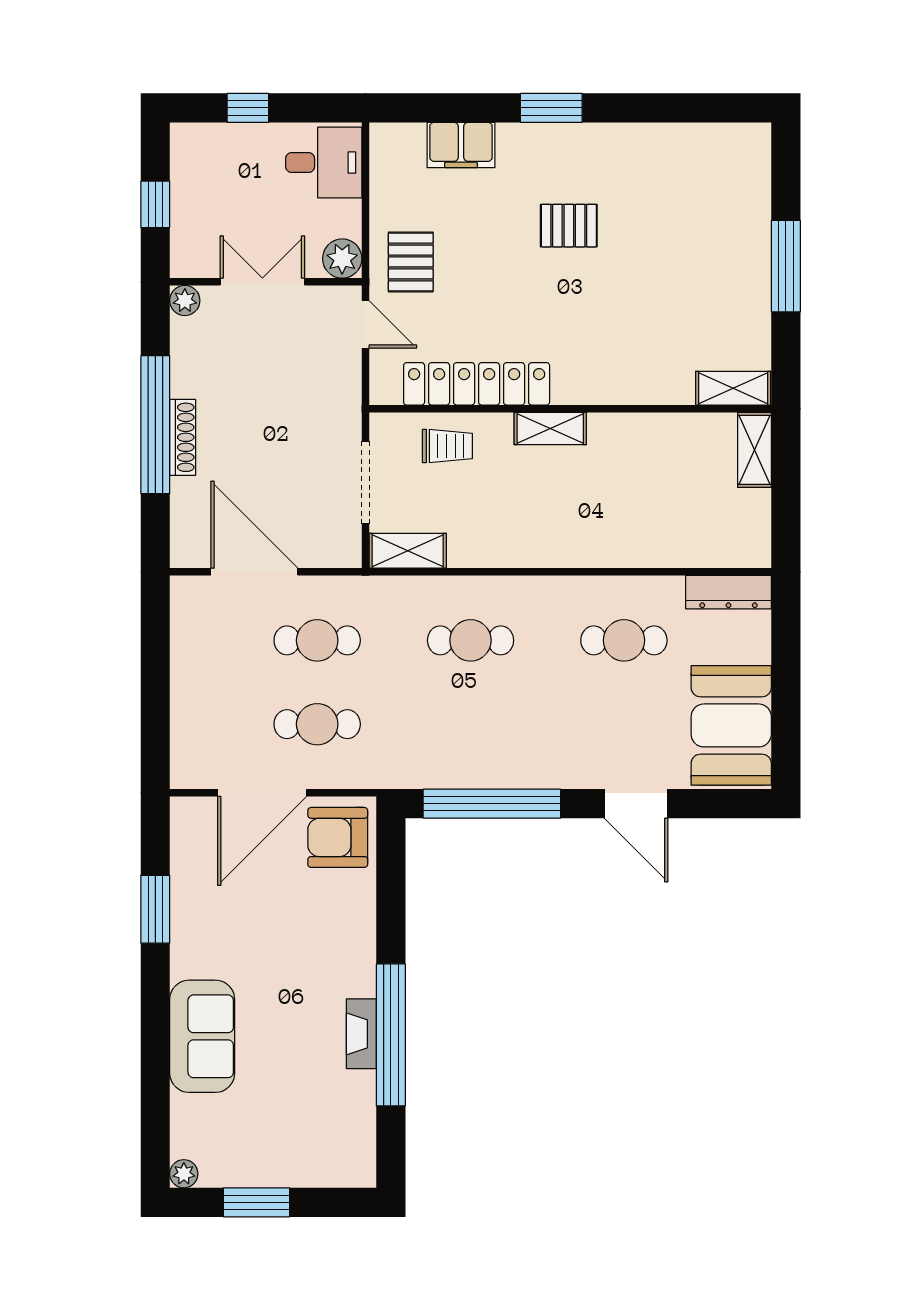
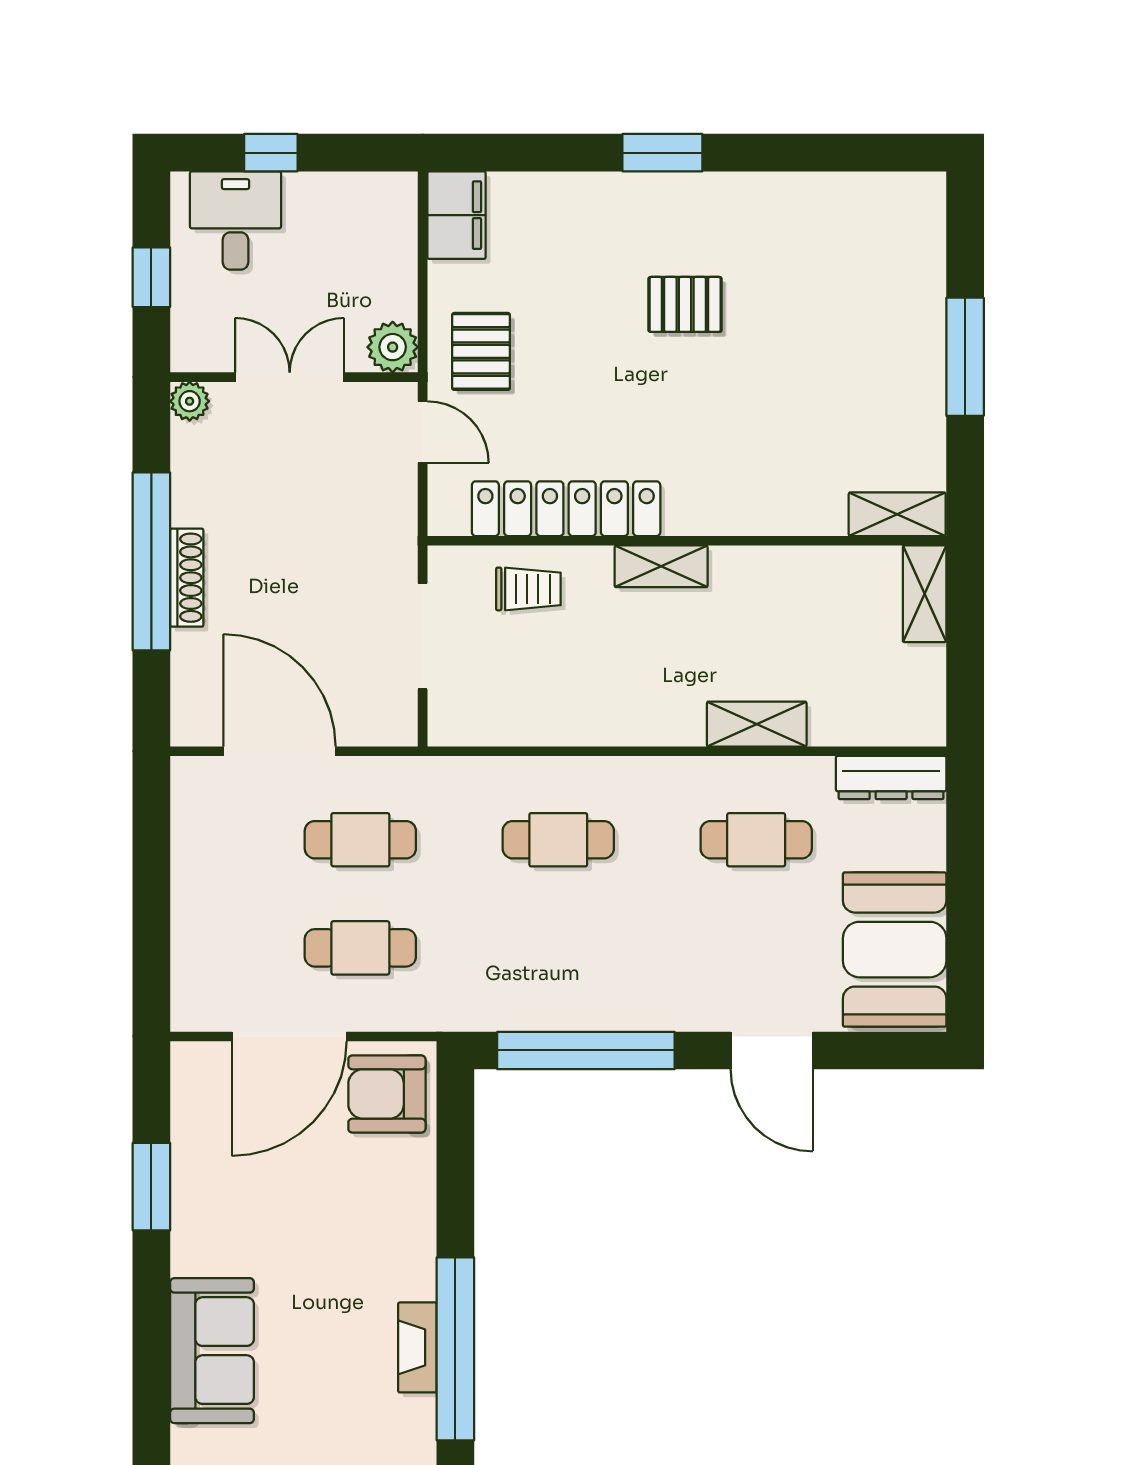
filing cabinet: (461, 145) -> (457, 215), moved, turned -90
desk: (324, 163) -> (236, 220), moved, turned -90
shelving: (408, 551) -> (757, 724), moved

